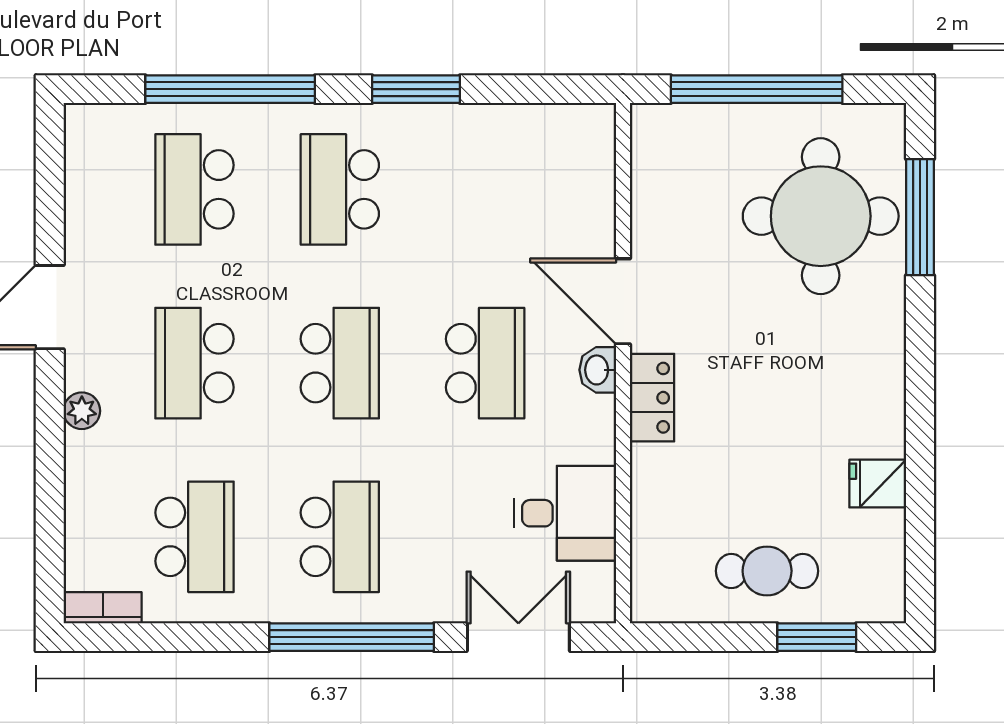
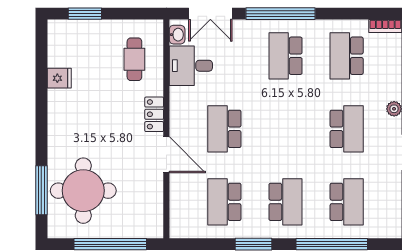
school desk: (340, 363) -> (224, 202), moved
washbasin: (598, 370) -> (177, 35), moved
cafe table: (767, 571) -> (134, 59), moved, turned 90

